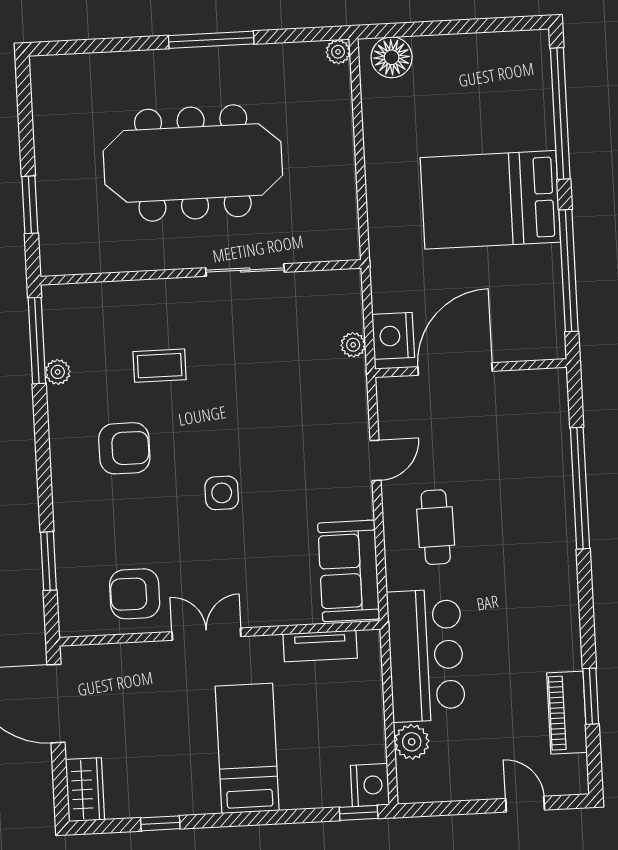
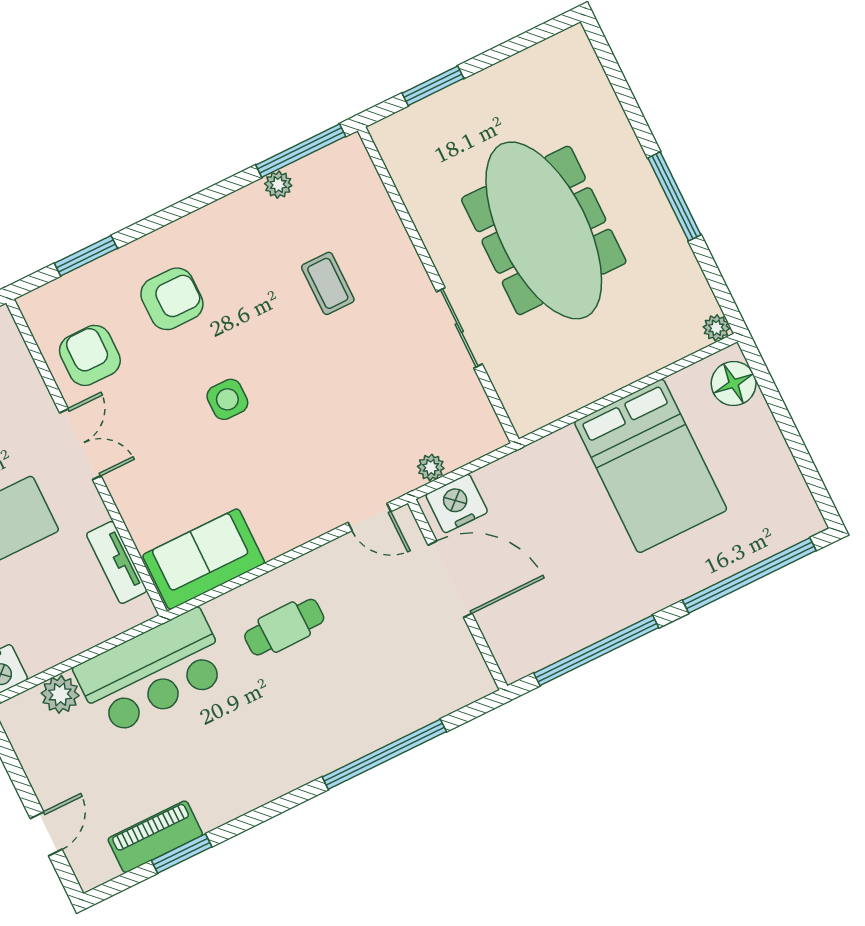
bed: (490, 200) -> (651, 466), moved, turned 180
armchair: (124, 448) -> (172, 299), moved, turned -90
door: (375, 460) -> (369, 517), moved

